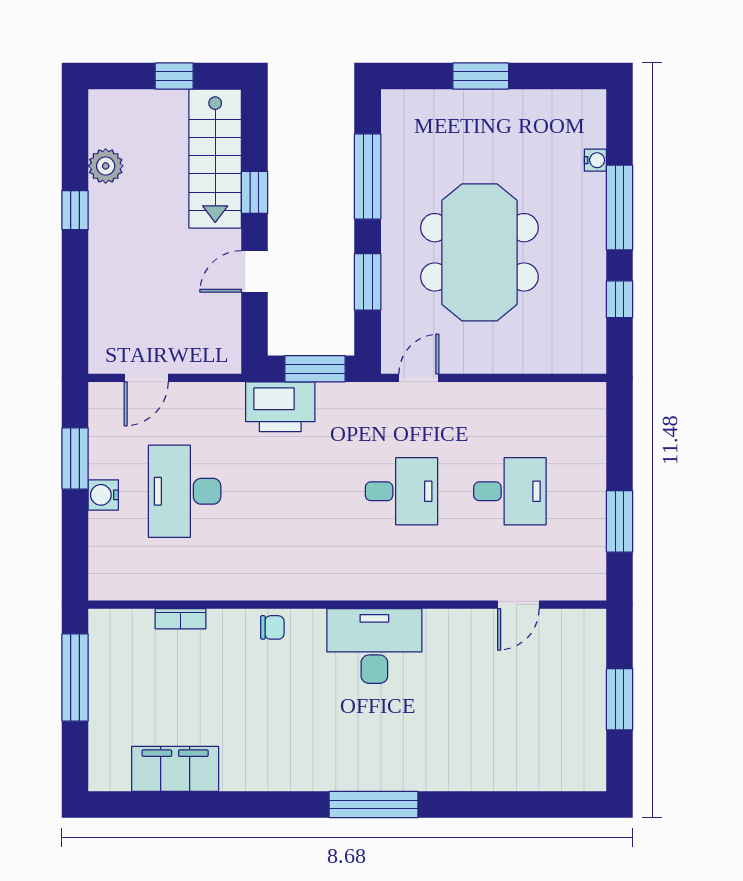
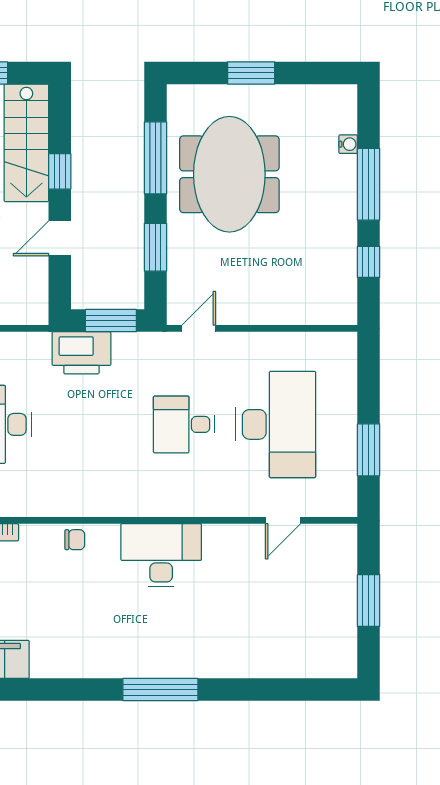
meeting table: (479, 252) -> (229, 174), moved
desk: (401, 491) -> (184, 424), turned 180
desk: (510, 491) -> (276, 424), width x1.87, depth x1.30

